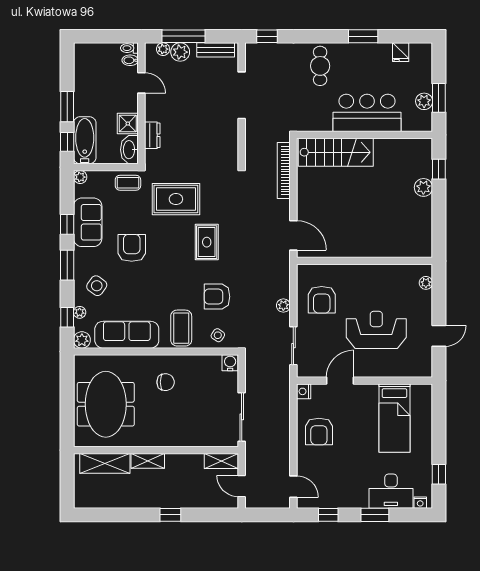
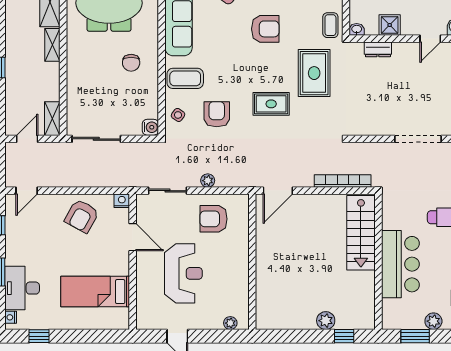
plant: (424, 101) -> (433, 321), moved
washbasin: (129, 150) -> (357, 29), width x0.52, depth x0.69
armchair: (319, 431) -> (82, 216), turned -61

